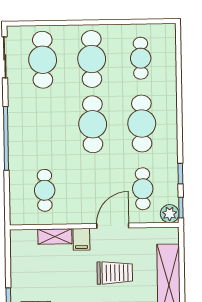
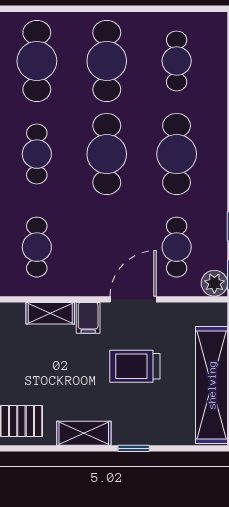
cafe table: (44, 125) -> (37, 154), added
trolley: (115, 273) -> (135, 366), turned 180

